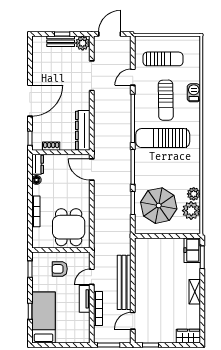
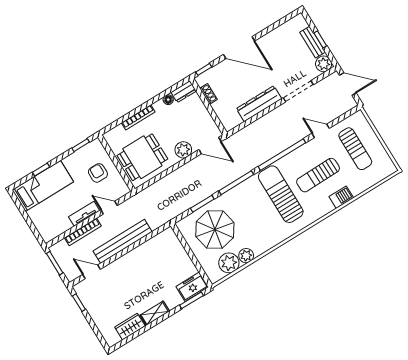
dresser: (83, 130) -> (259, 104), moved
door: (92, 170) -> (210, 146), swing flipped
plant: (82, 192) -> (183, 150), added
wardrobe: (188, 336) -> (130, 327), moved, turned -90

